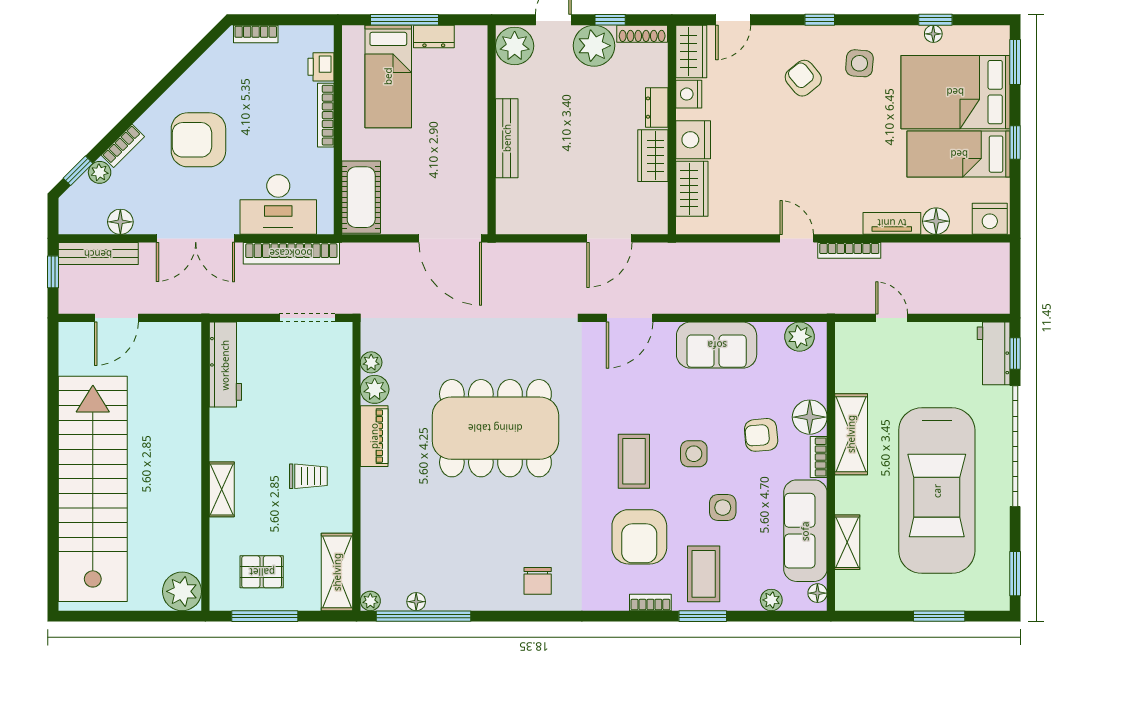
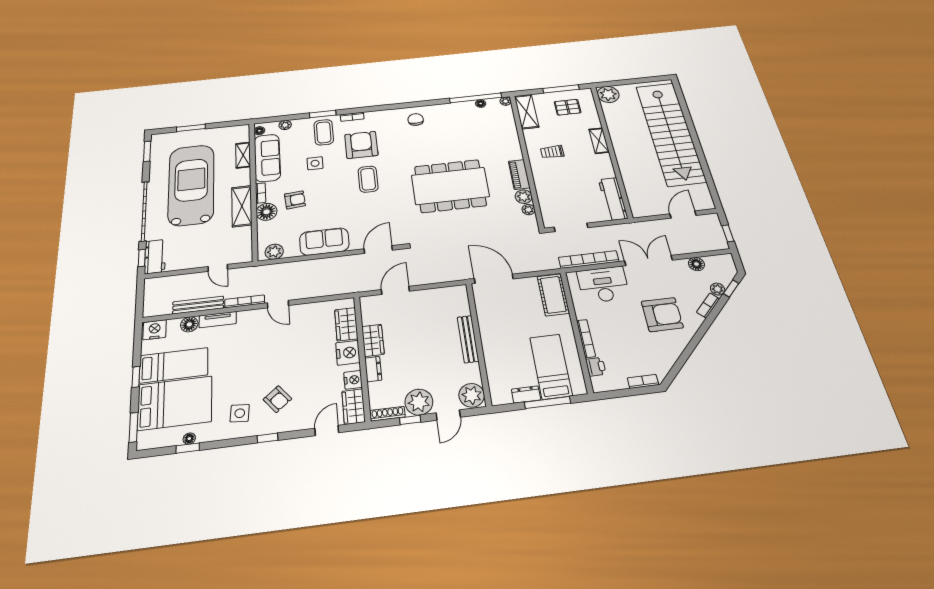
bench: (98, 254) -> (198, 305), moved
side table: (694, 454) -> (334, 187), removed

